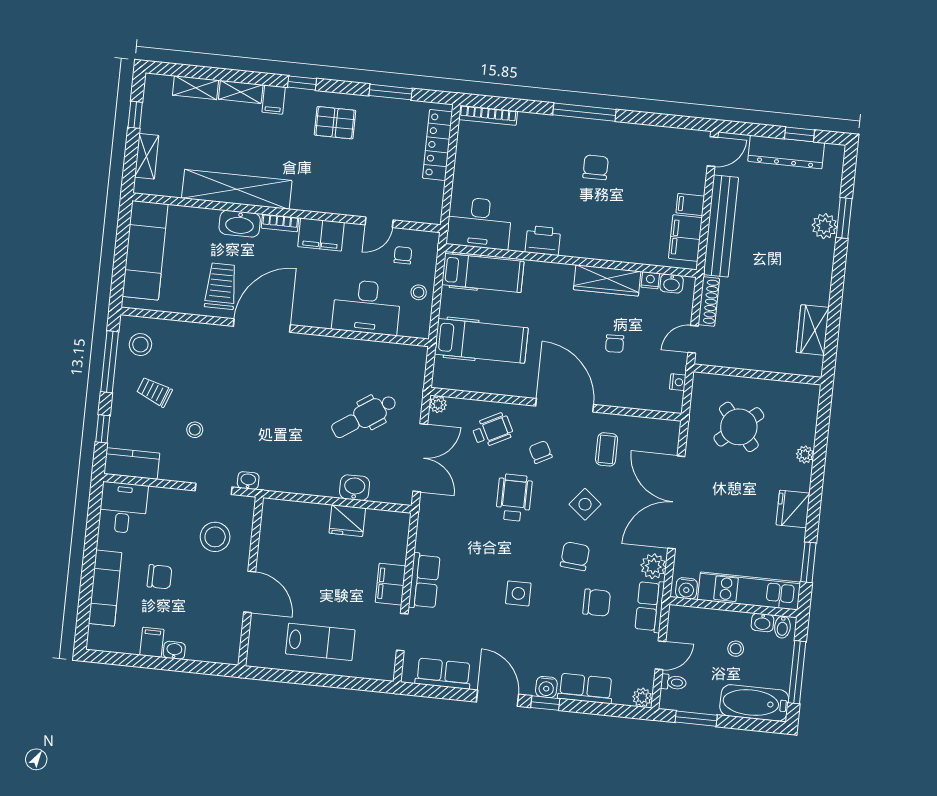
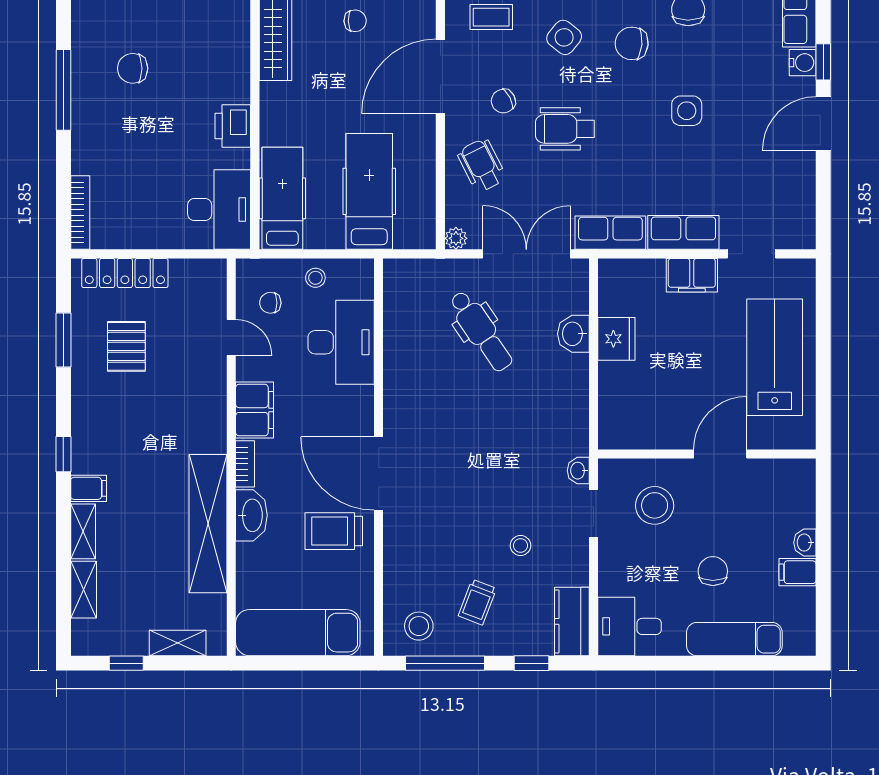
pallet: (335, 123) -> (126, 346), moved
lab bench: (320, 642) -> (775, 357), width x1.36, depth x1.39
row of seats: (443, 674) -> (610, 233), moved, turned 90

